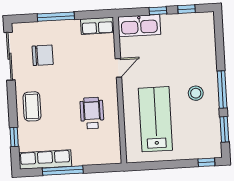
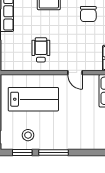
stool: (196, 93) -> (28, 135), moved
wheelchair: (92, 113) -> (41, 50), turned -90

